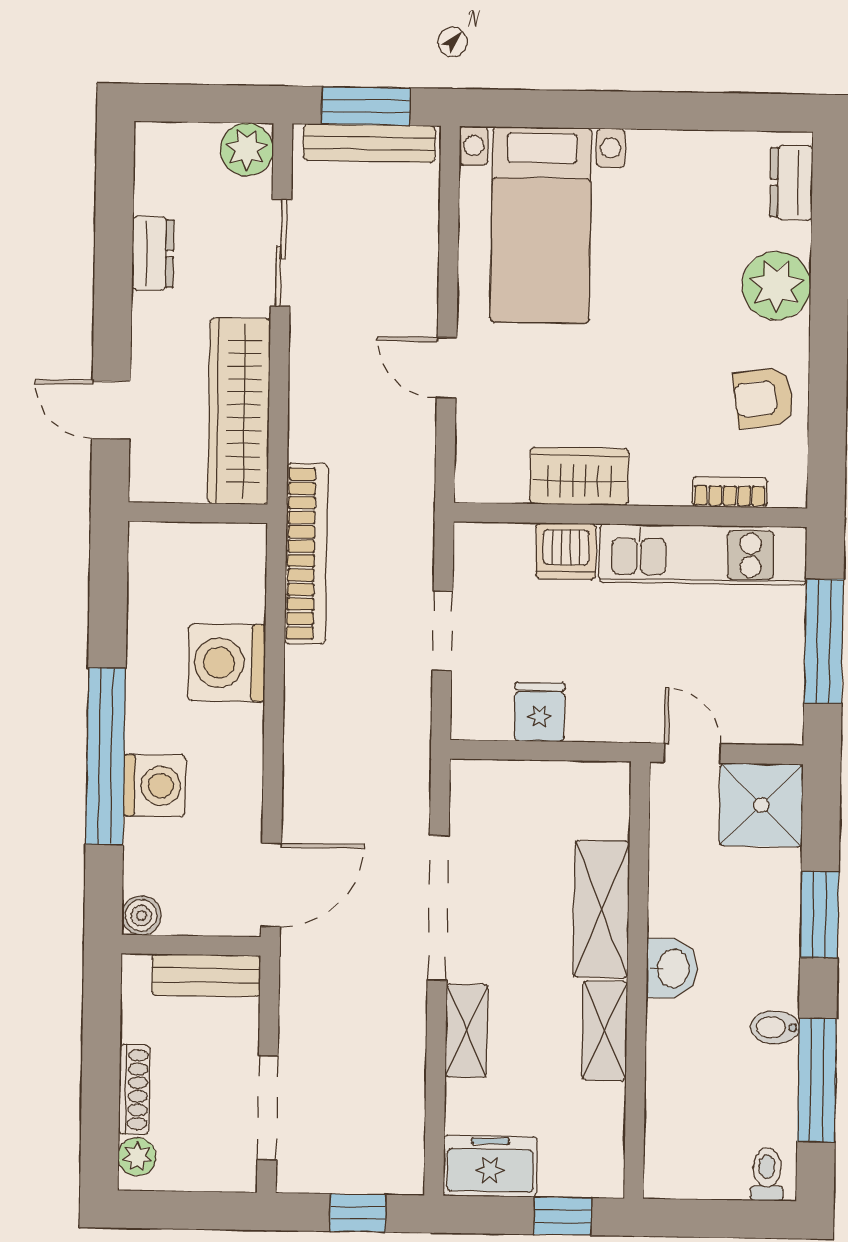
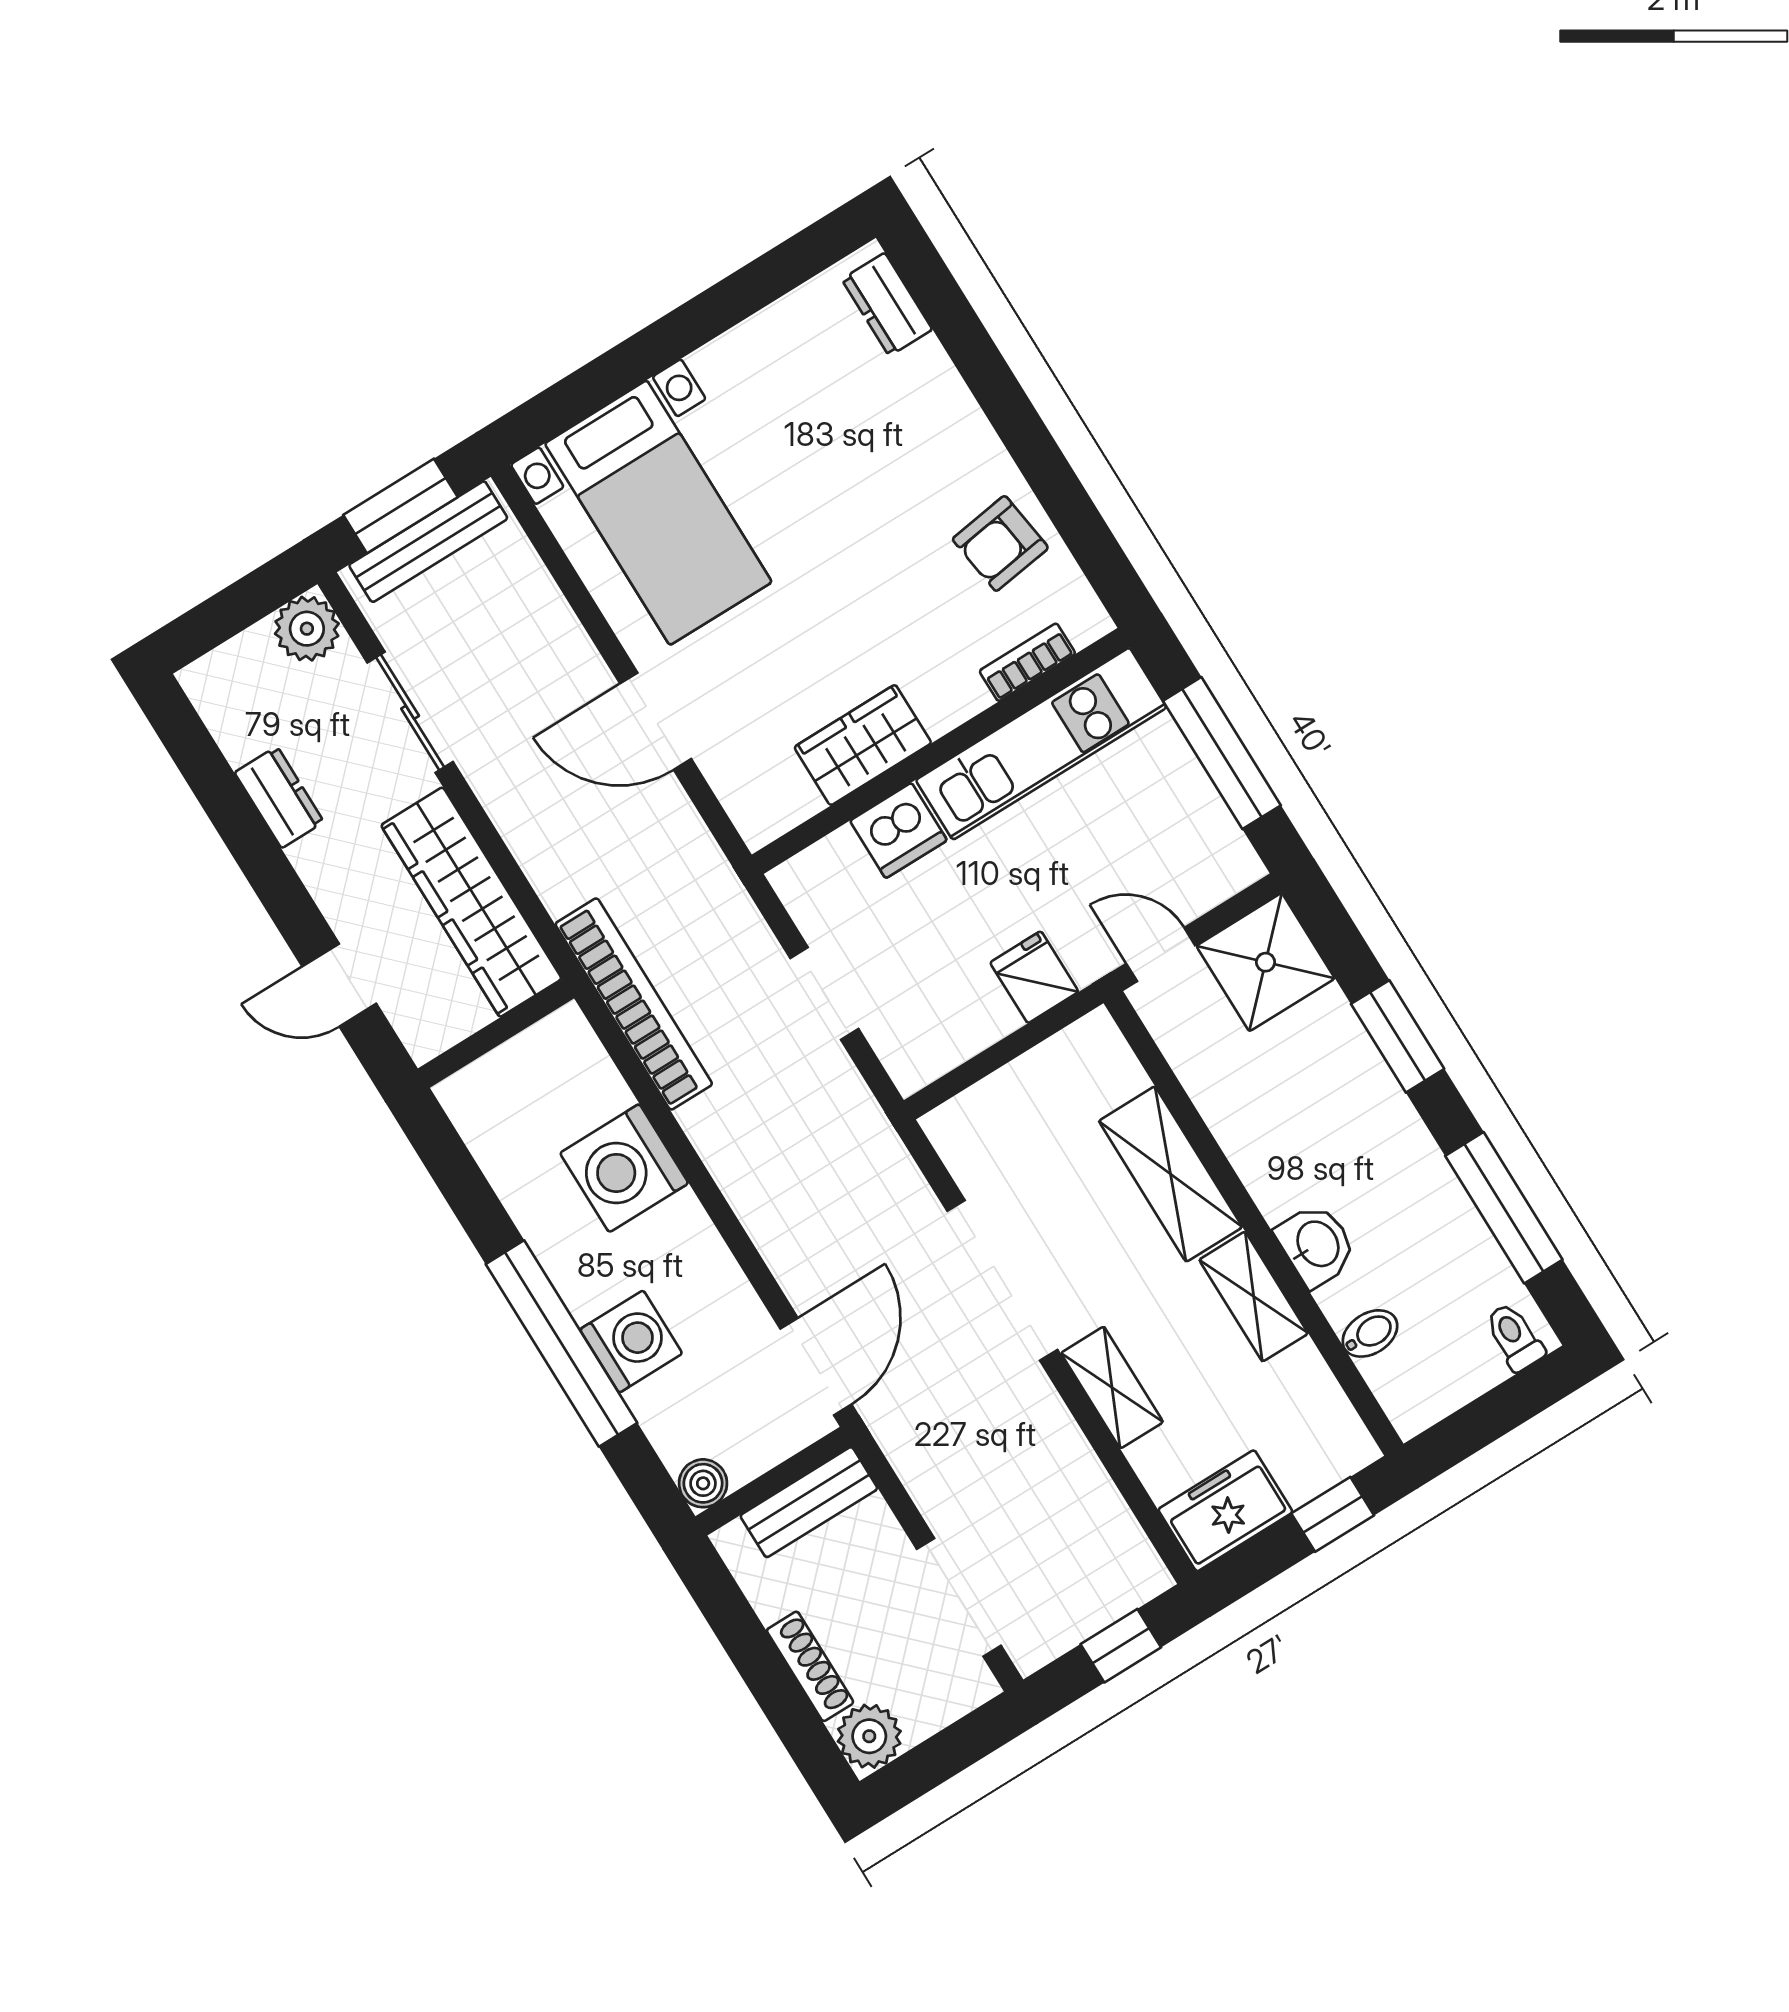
plant: (776, 286) -> (940, 420), removed
door: (447, 368) -> (656, 721), width x1.38
fridge: (540, 712) -> (1034, 977), moved
washbasin: (672, 968) -> (1316, 1245), moved
bidet: (775, 1027) -> (1370, 1333), moved, turned 180
plant: (137, 1157) -> (869, 1736), width x1.38, depth x1.38

